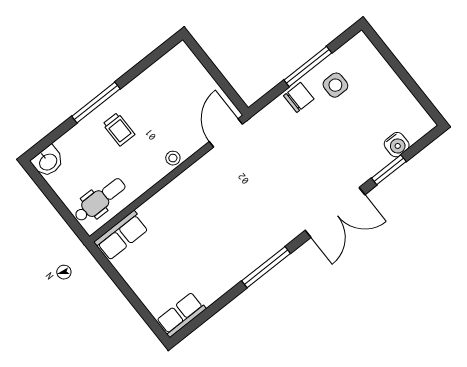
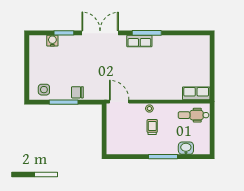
side table: (335, 85) -> (44, 90), moved
trolley: (119, 129) -> (152, 127), moved
door: (226, 133) -> (119, 102), swing flipped
washbasin: (48, 161) -> (186, 148), moved
row of seats: (181, 315) -> (139, 41), moved

